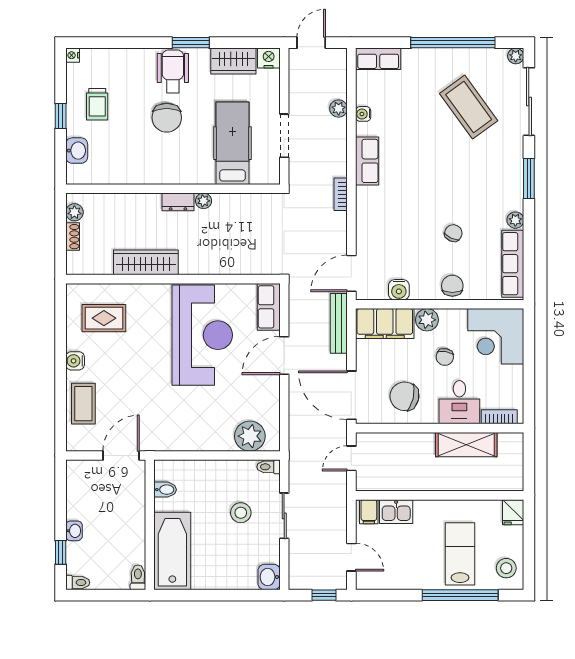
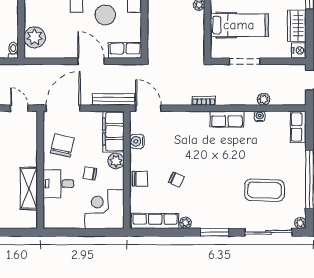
coffee table: (469, 107) -> (265, 190), turned 38
bookcase: (499, 417) -> (48, 211), removed

